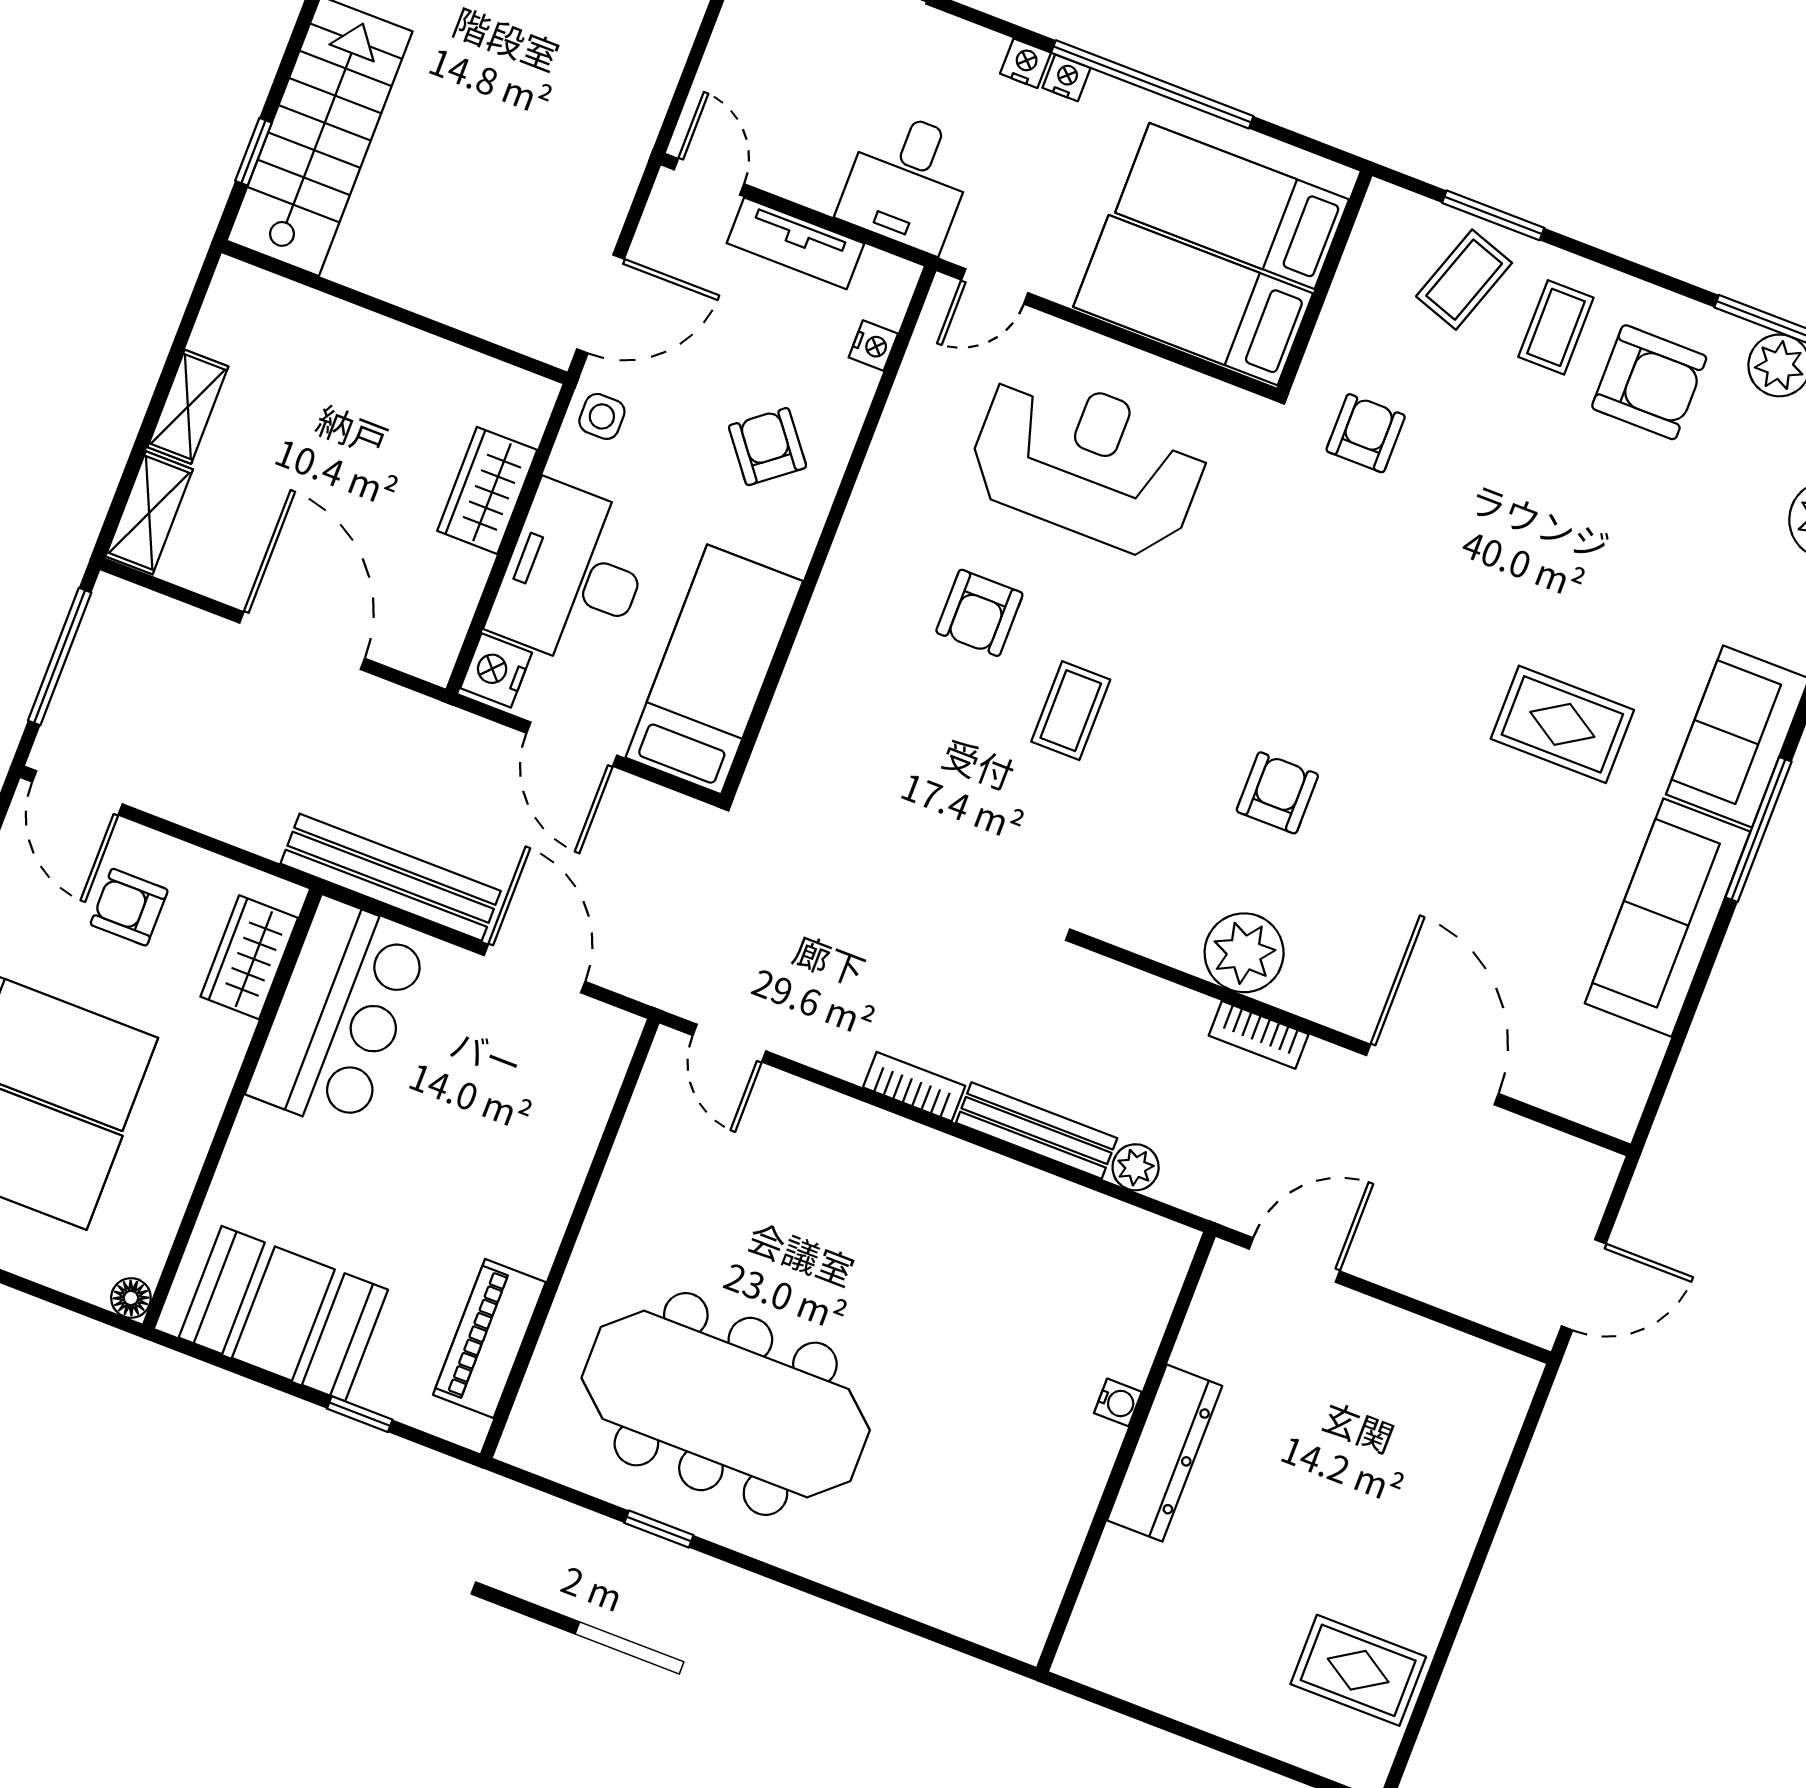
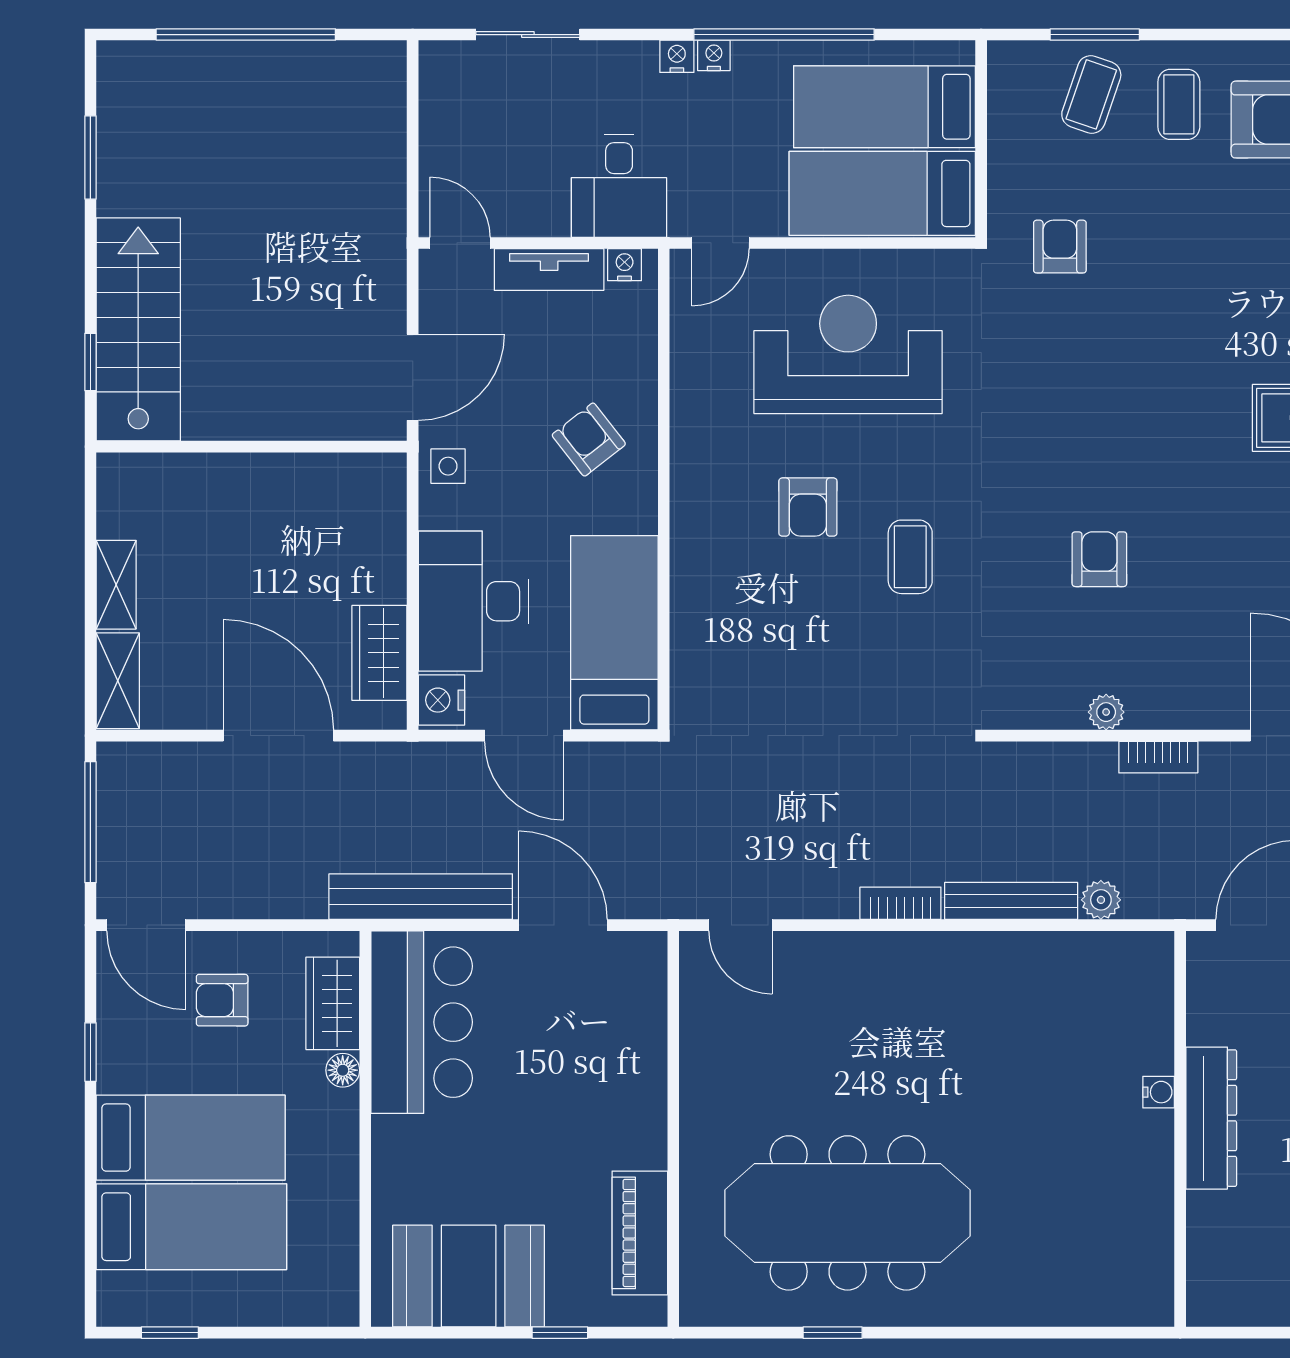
nightstand: (873, 346) -> (625, 265), moved, turned -90
wardrobe: (487, 490) -> (379, 653), moved
plant: (1244, 953) -> (1106, 712), width x0.53, depth x0.53
floor lamp: (131, 1298) -> (343, 1070), moved

